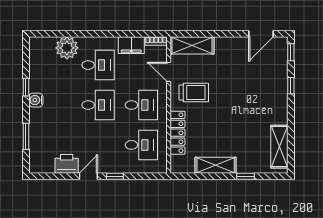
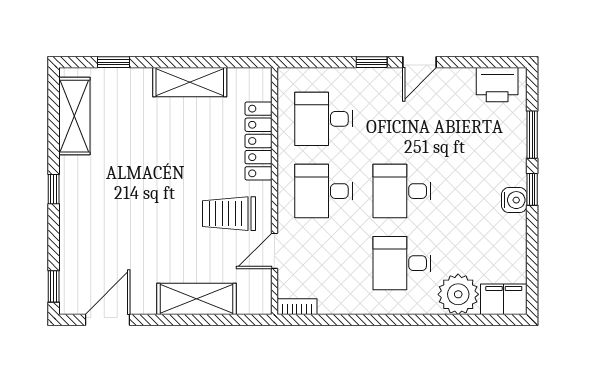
filing cabinet: (131, 45) -> (504, 299), moved
shelving: (192, 45) -> (197, 299), moved
door: (169, 72) -> (274, 251), swing flipped
window: (291, 86) -> (54, 189), moved
window: (26, 87) -> (532, 189), moved
printer: (67, 164) -> (497, 85), moved
window: (245, 176) -> (113, 62), moved

